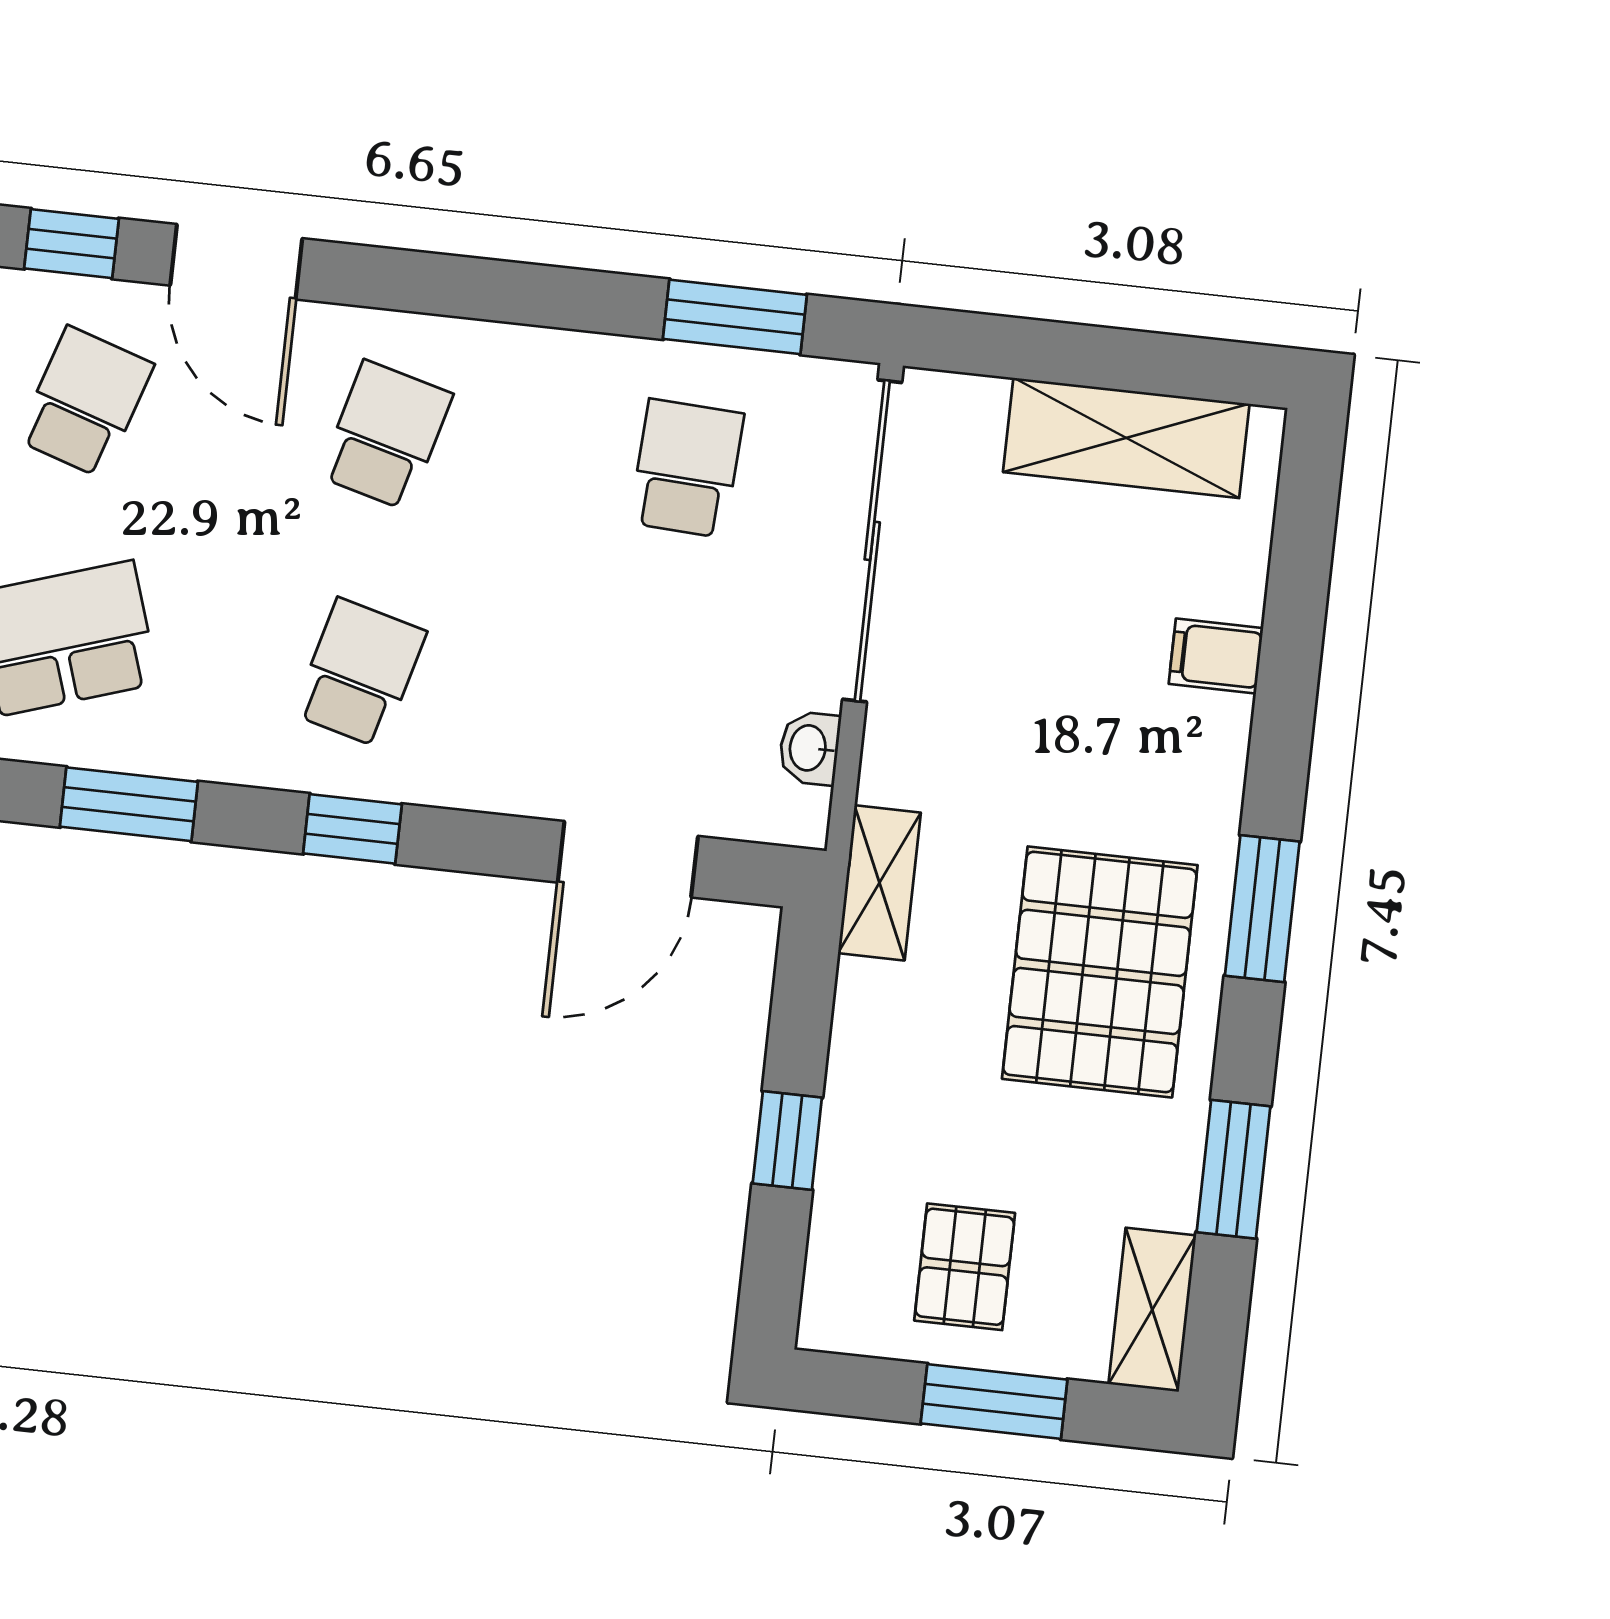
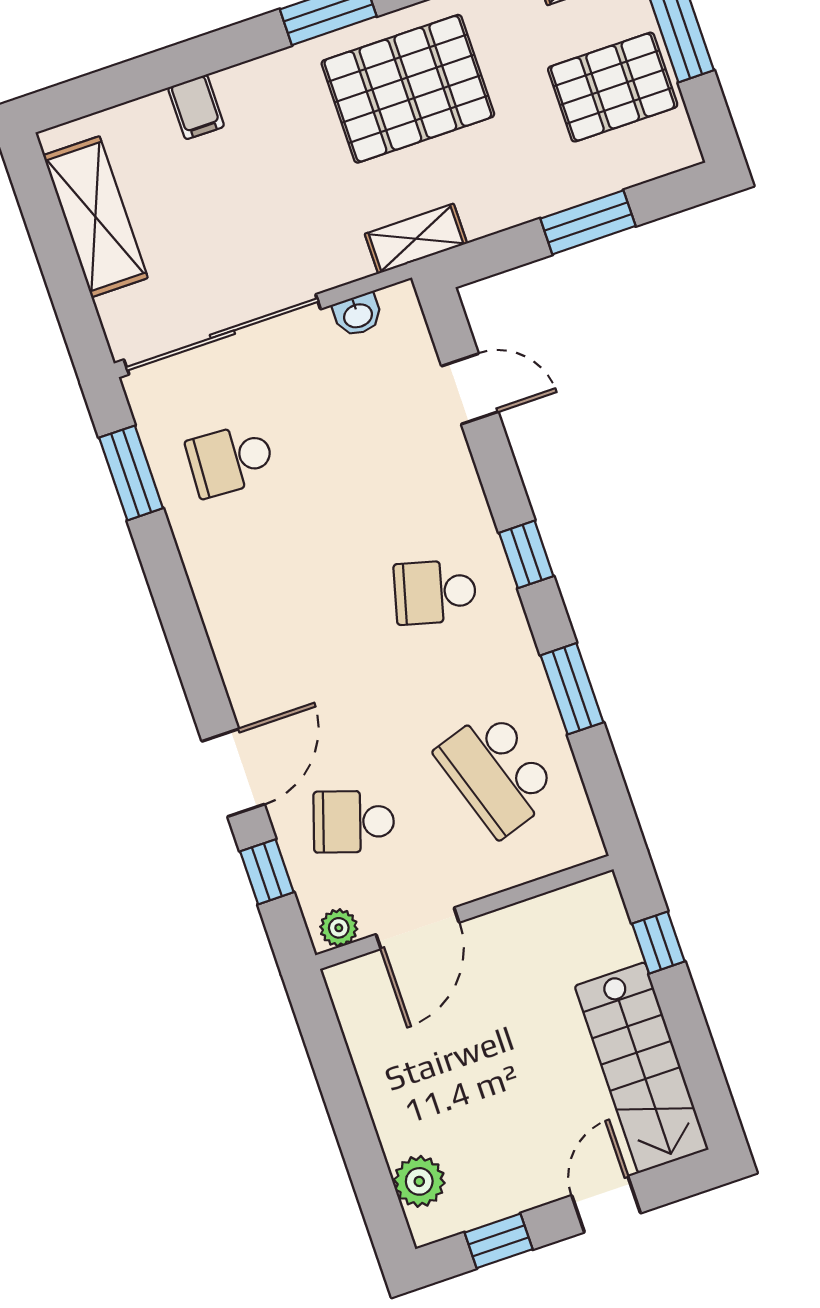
school desk: (386, 435) -> (292, 641), removed
door: (628, 859) -> (470, 389), width x0.73
window: (787, 1140) -> (588, 222), width x1.50
pallet: (965, 1267) -> (613, 87), width x1.50, depth x1.42

